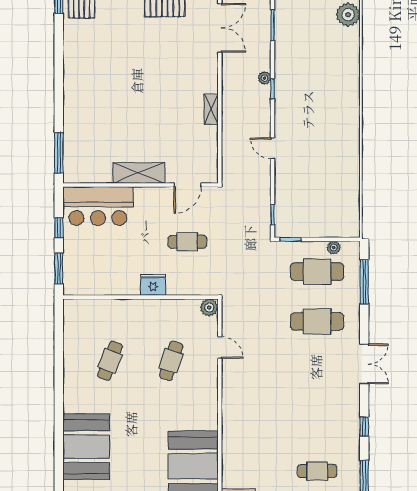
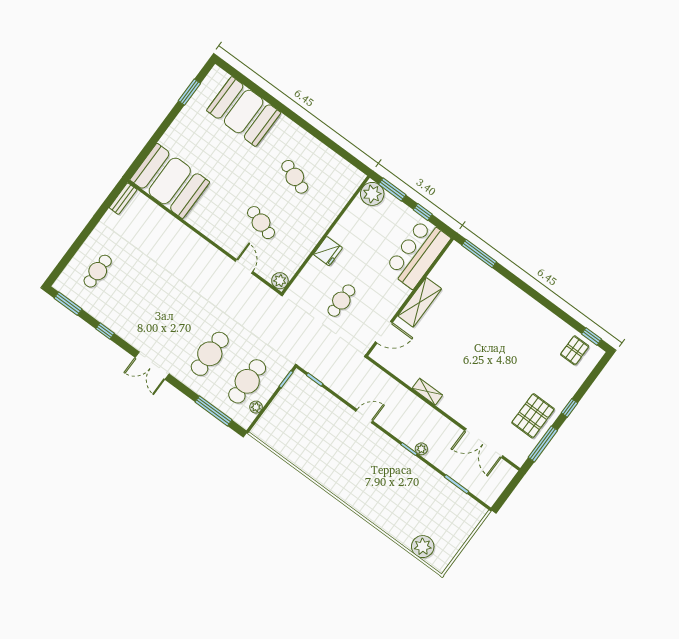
door: (188, 185) -> (384, 332), swing flipped
plant: (75, 283) -> (372, 194), added
door: (220, 348) -> (244, 266), swing flipped

